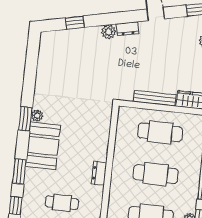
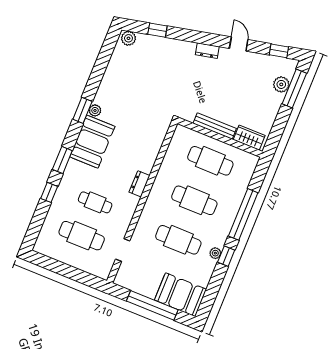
plant: (109, 32) -> (128, 38), moved

